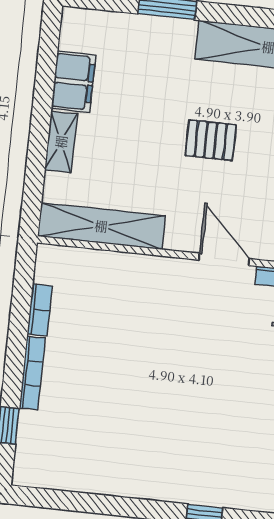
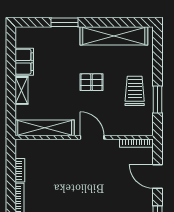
door: (224, 259) -> (92, 137), moved

